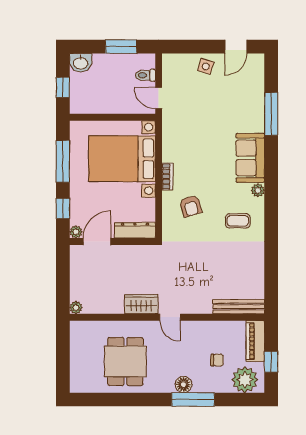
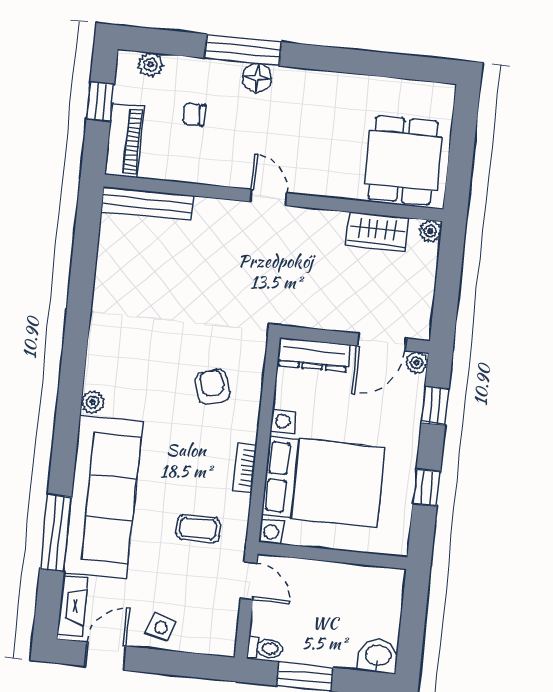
fireplace: (257, 73) -> (73, 606), added
toilet: (145, 75) -> (265, 648), moved
window: (63, 87) -> (413, 616), removed
sofa: (250, 158) -> (103, 497), width x1.85, depth x1.27
window: (63, 161) -> (427, 488), width x0.46
bookcase: (167, 176) -> (245, 468), moved
coffee table: (238, 221) -> (198, 529), moved
wardrobe: (141, 304) -> (377, 232), moved
dining table: (125, 361) -> (403, 160), moved
plant: (245, 380) -> (150, 65), width x0.53, depth x0.53

